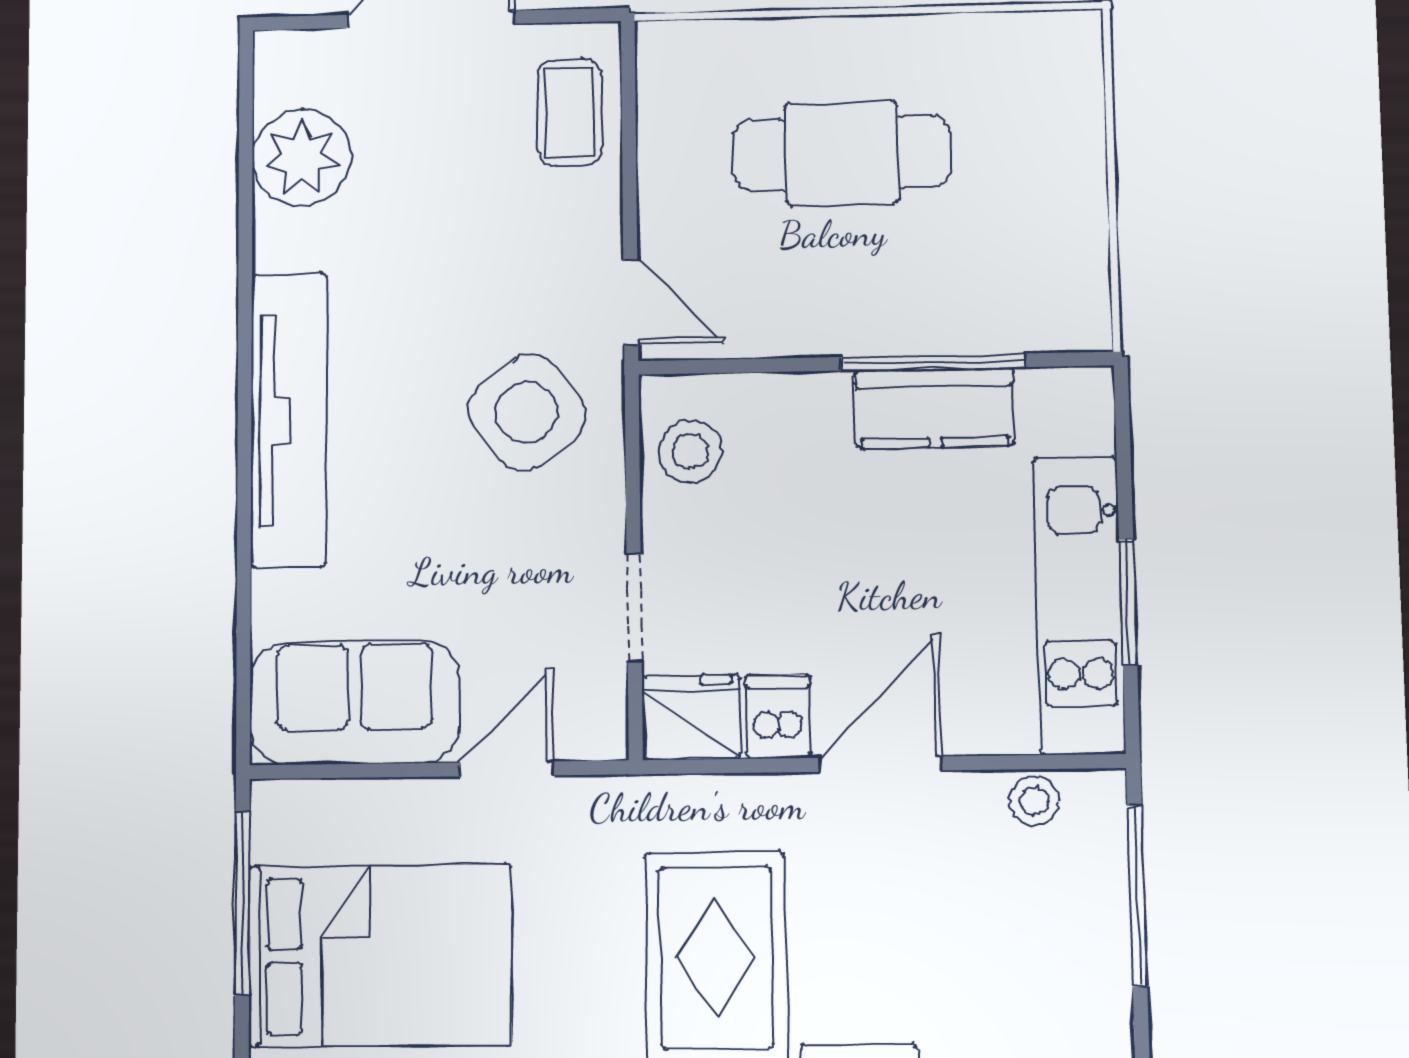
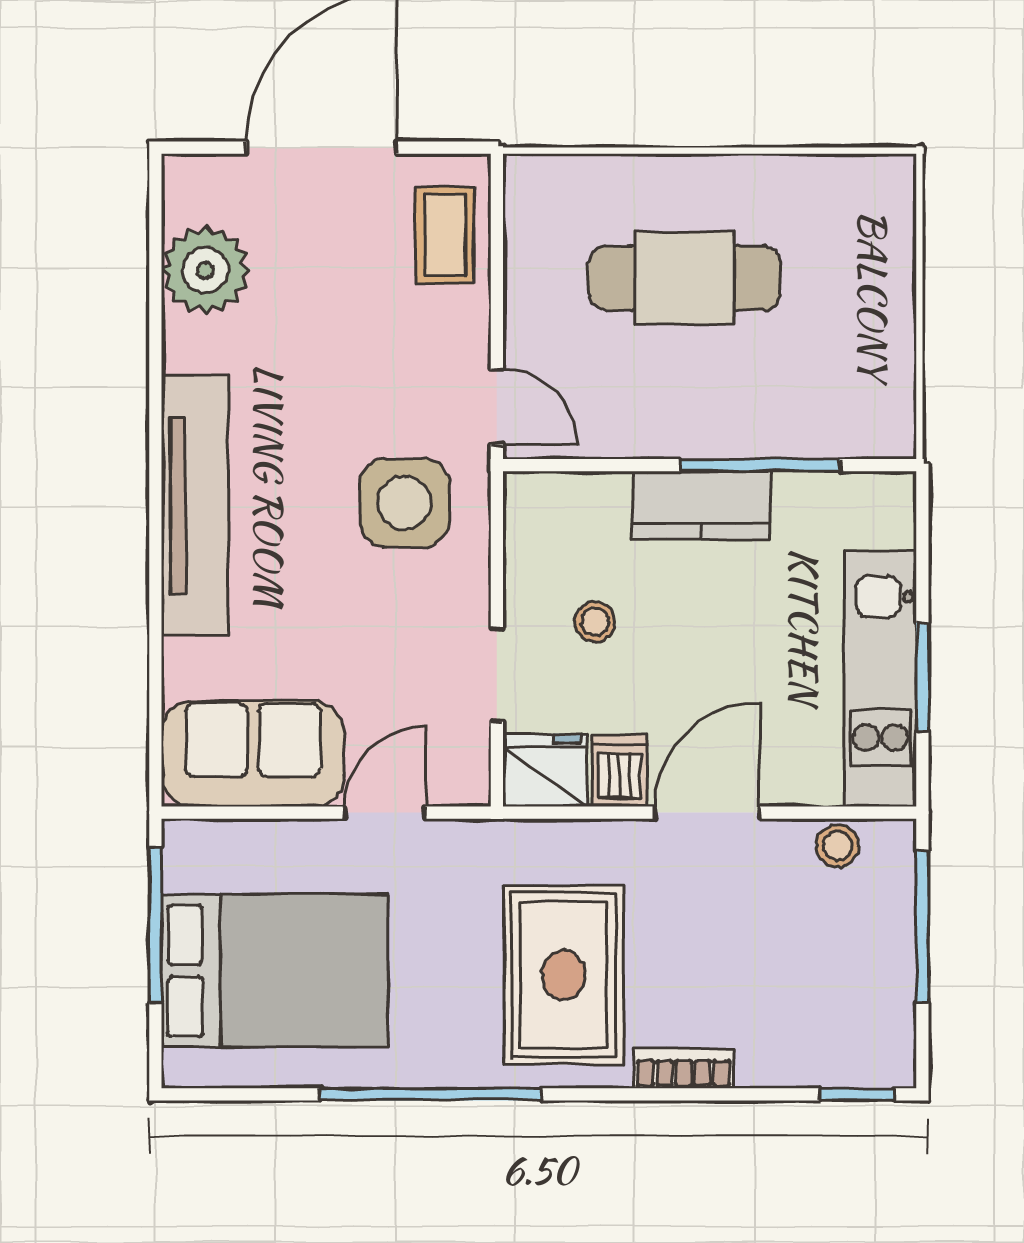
kitchen counter: (934, 408) -> (701, 506), moved
side table: (527, 412) -> (405, 503), turned 37
stool: (690, 452) -> (595, 622), moved, width x0.73, depth x0.73

